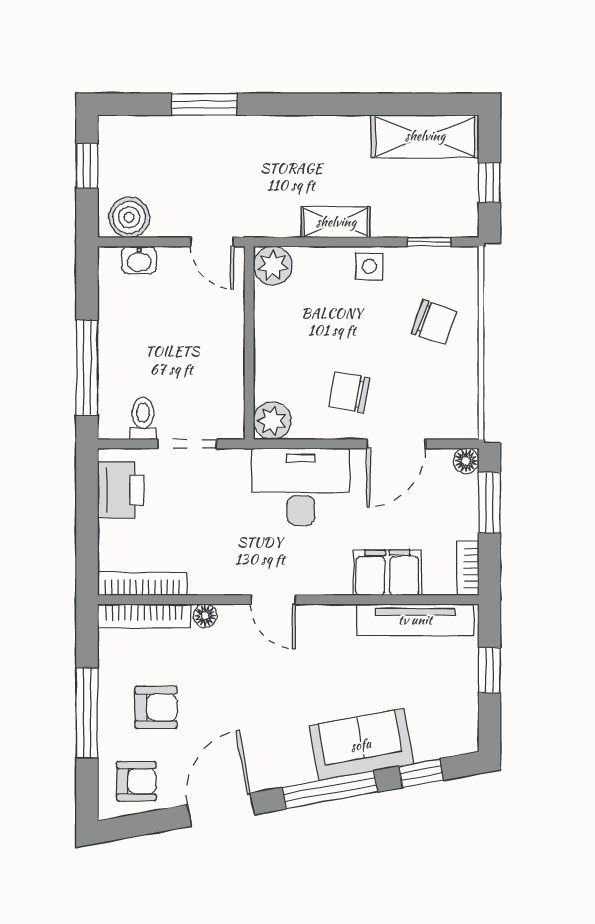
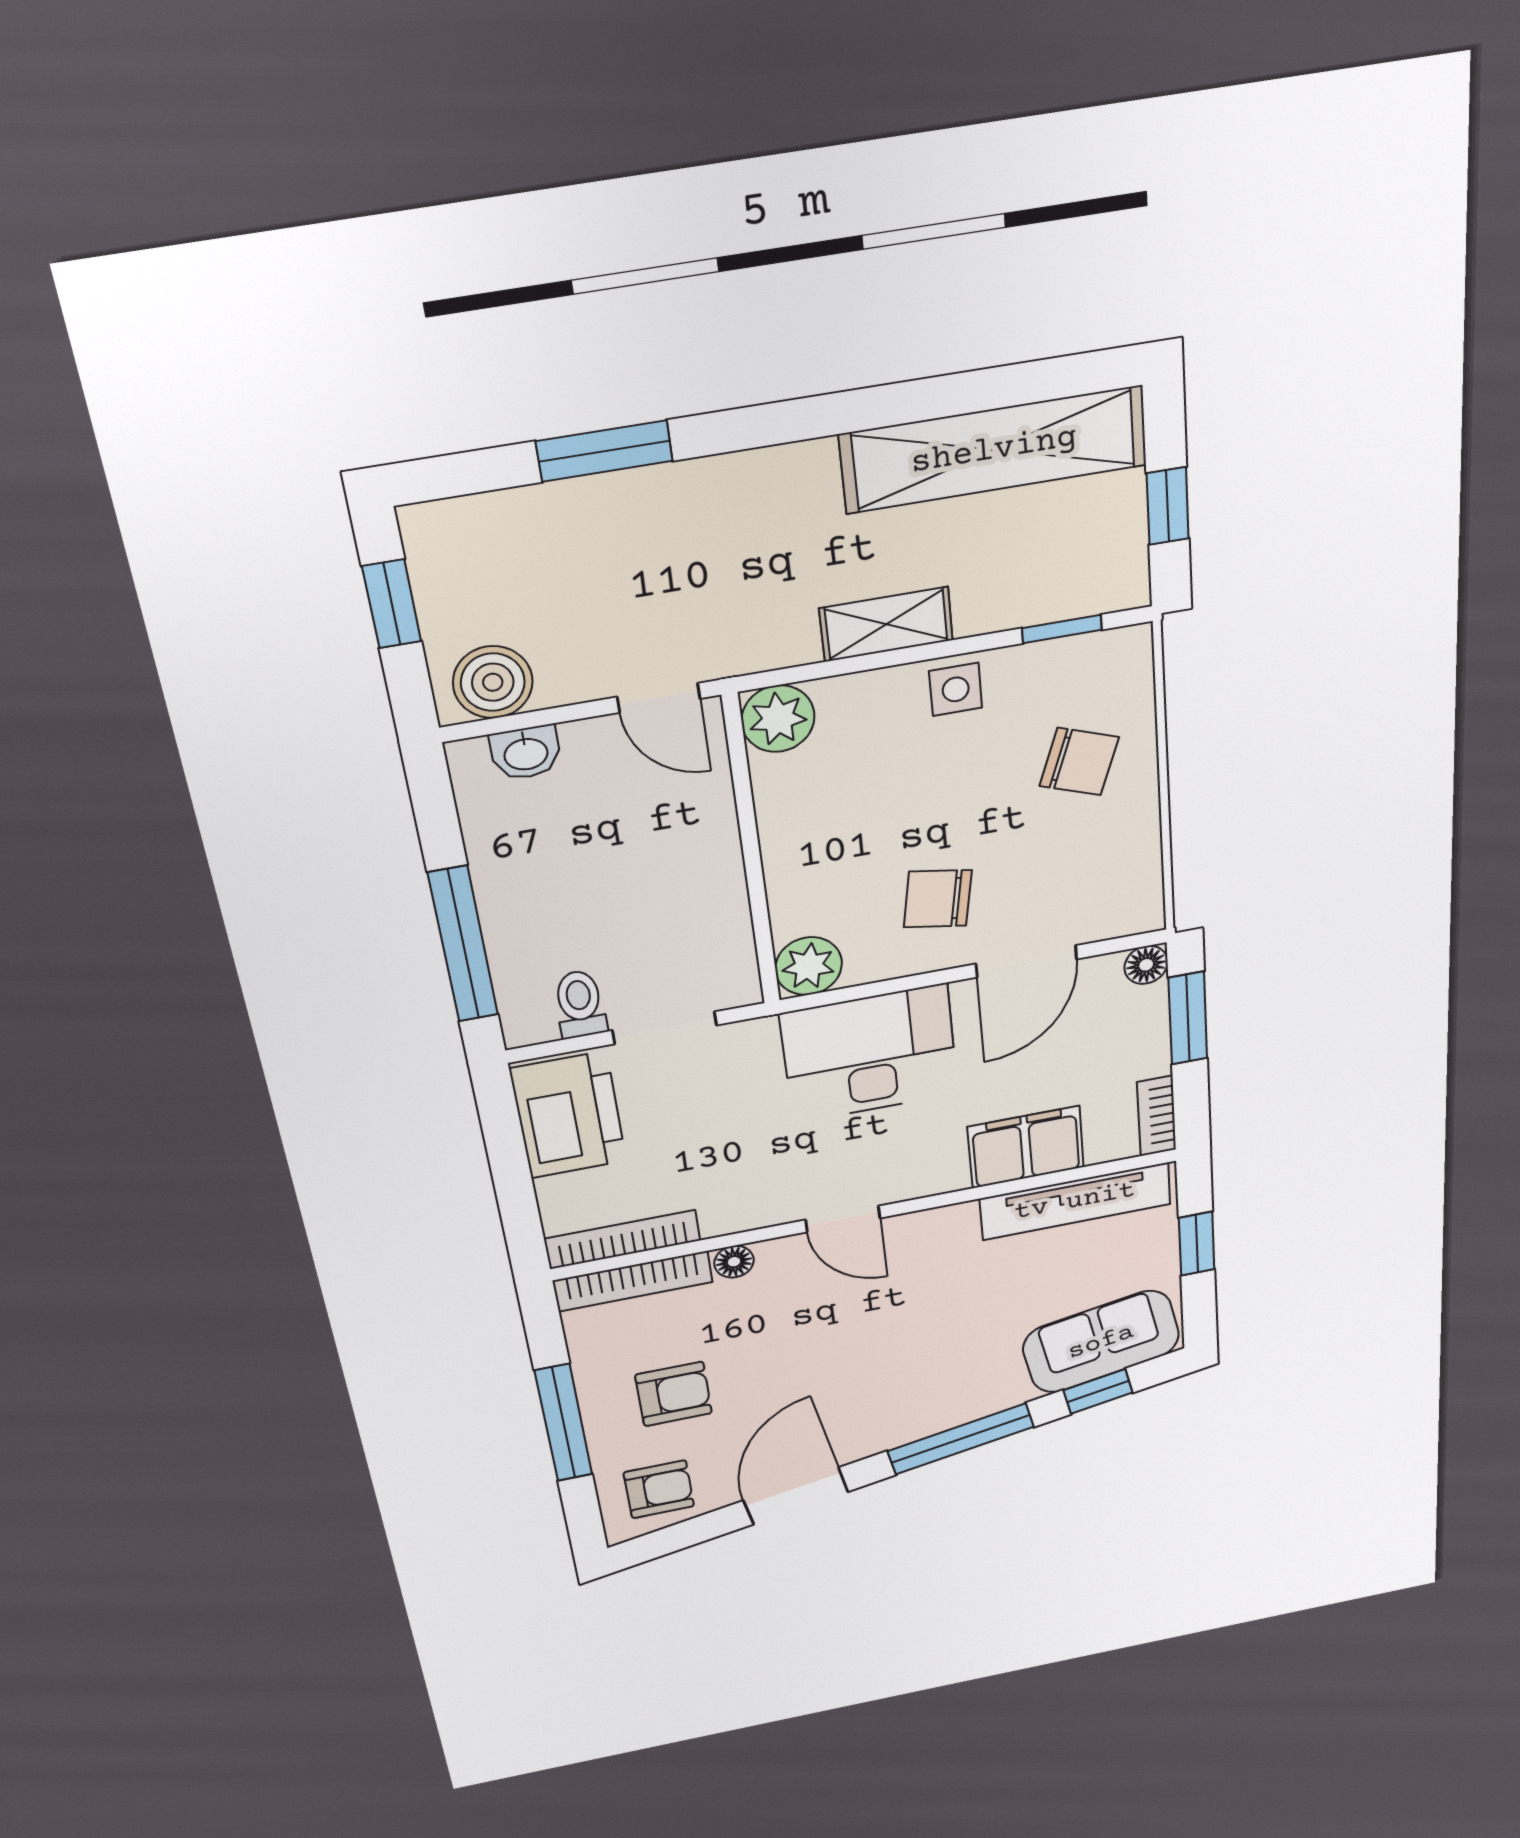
shelving: (425, 136) -> (994, 450), width x1.47
printer: (121, 490) -> (568, 1115), width x1.37, depth x1.19
sofa: (361, 745) -> (1101, 1342), moved

